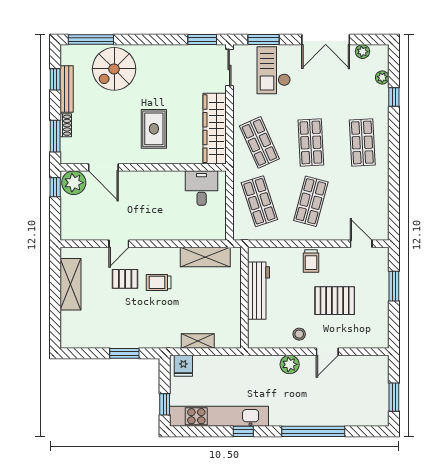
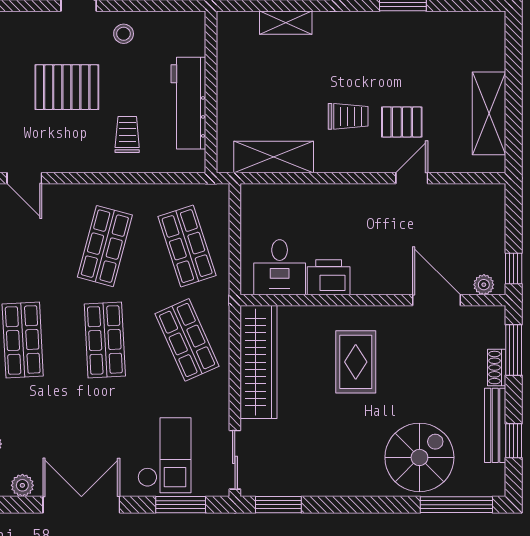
printer: (171, 182) -> (329, 277), added
plant: (74, 183) -> (484, 285), width x0.53, depth x0.53
trolley: (311, 261) -> (127, 134), moved

